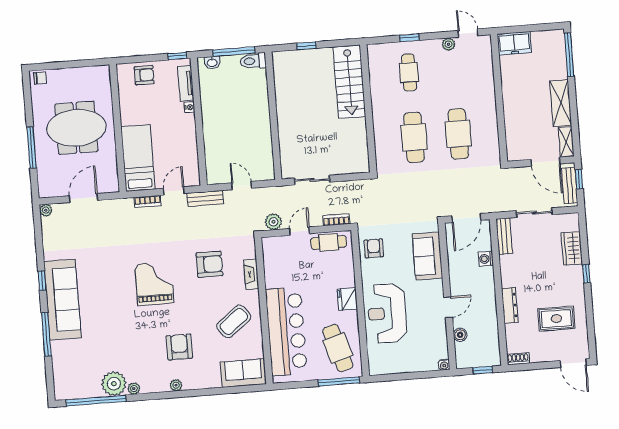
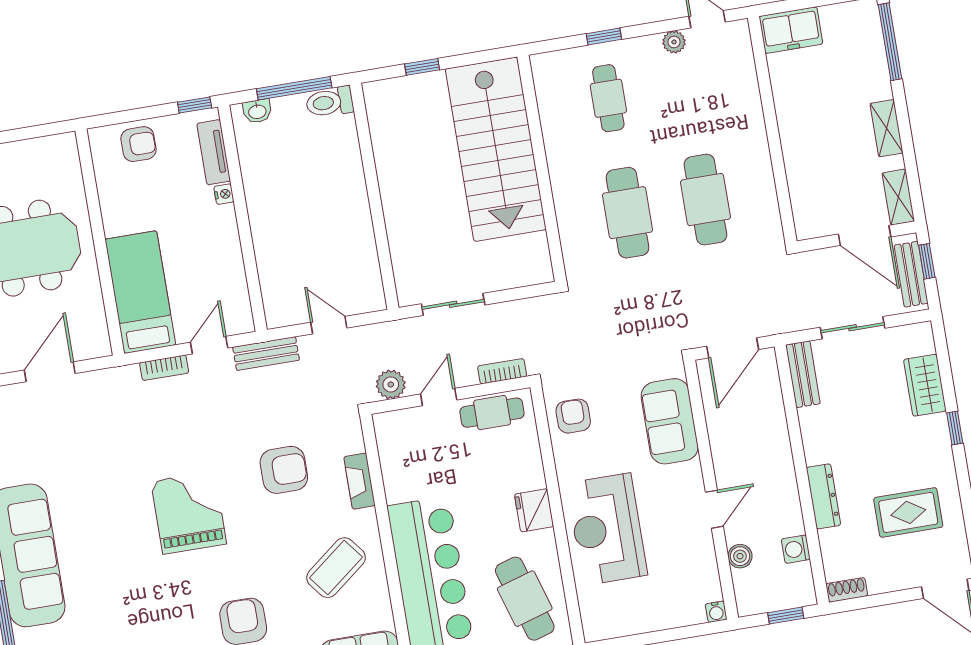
stairs: (349, 82) -> (496, 149), width x1.36, depth x1.51
shelving: (561, 103) -> (886, 128), width x0.67, depth x0.75
washing machine: (486, 259) -> (796, 549), moved

